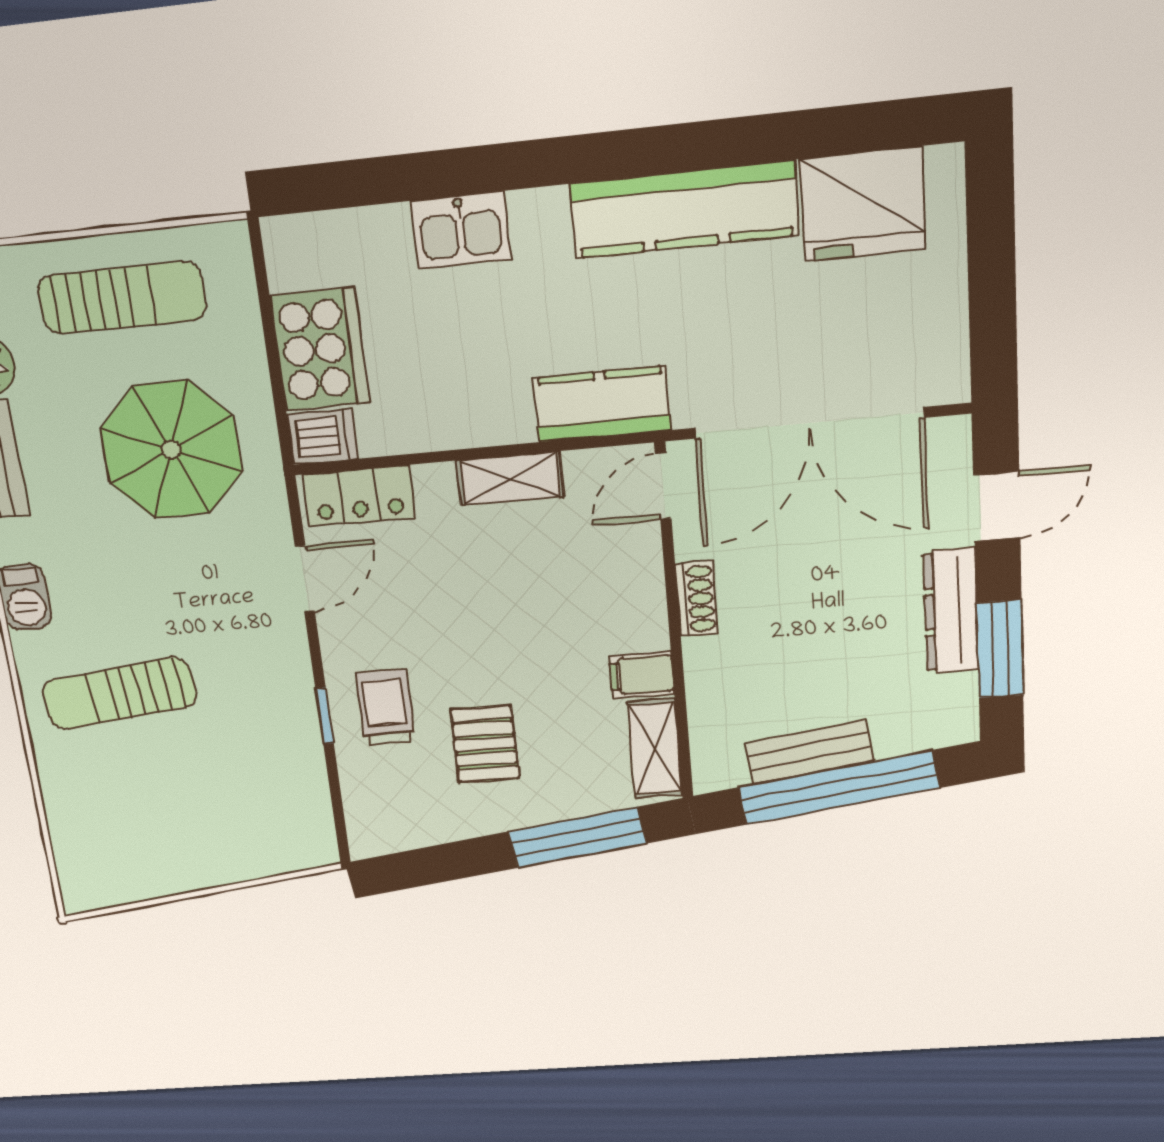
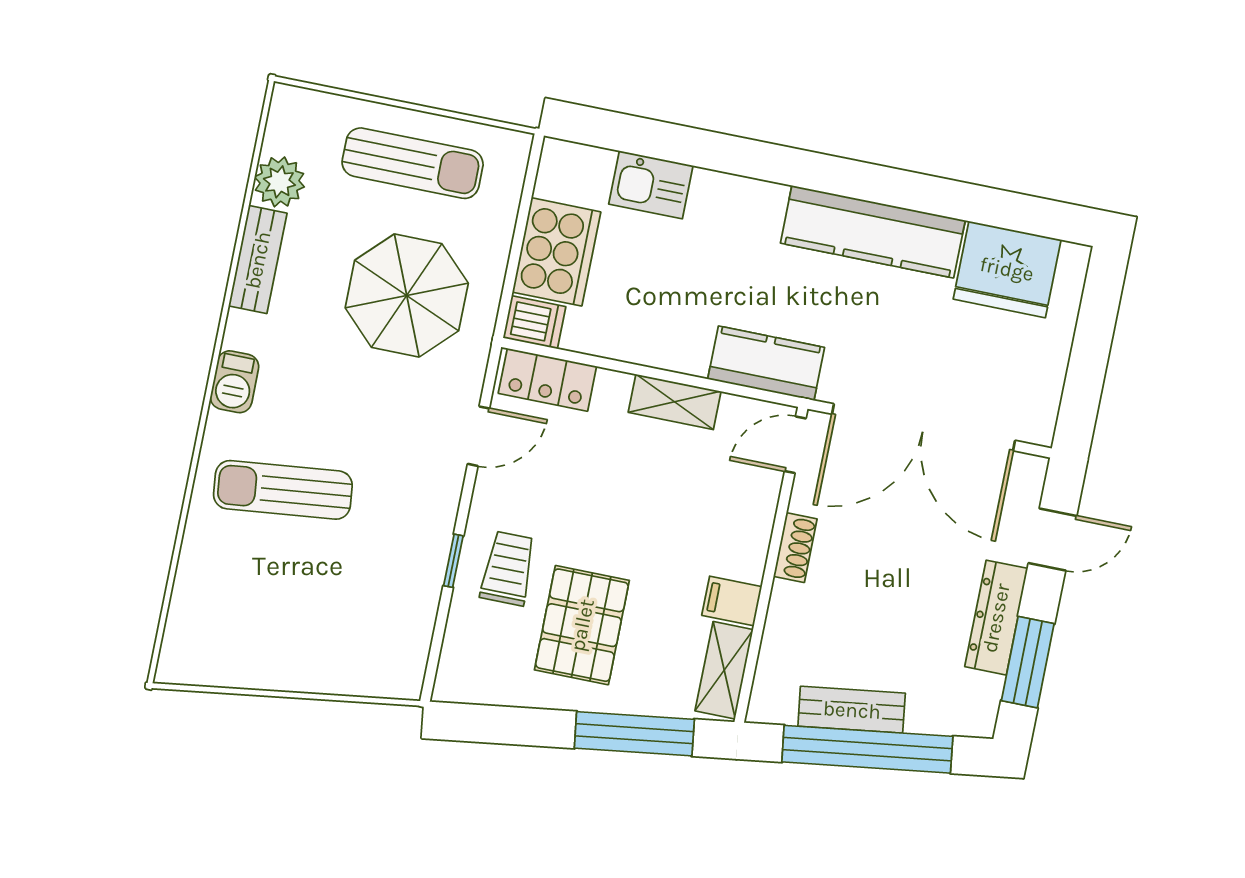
kitchen sink: (460, 230) -> (651, 185), moved
pallet: (485, 744) -> (582, 625), width x1.50, depth x1.42

